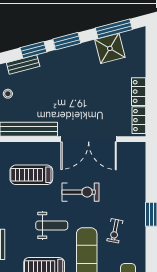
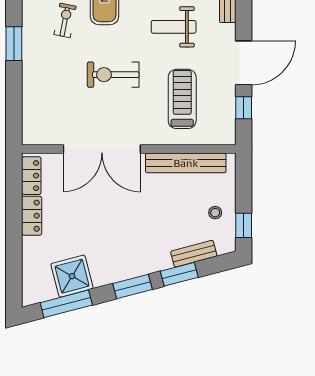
double door: (89, 139) -> (102, 149), swing flipped
treadmill: (31, 175) -> (182, 99), turned -90
weight bench: (52, 225) -> (174, 27), moved

